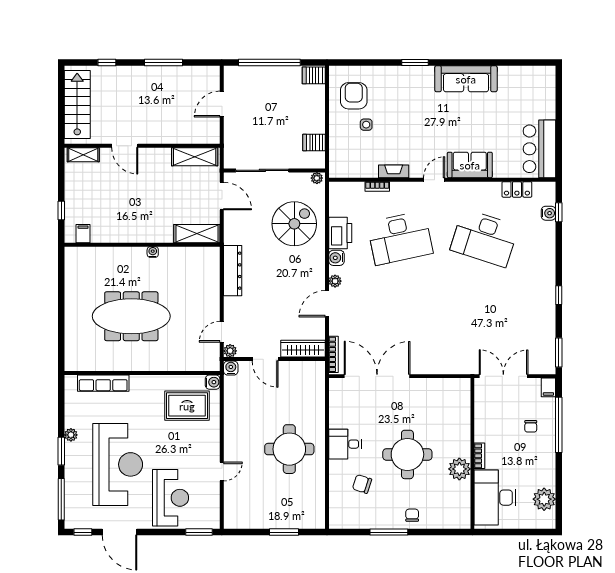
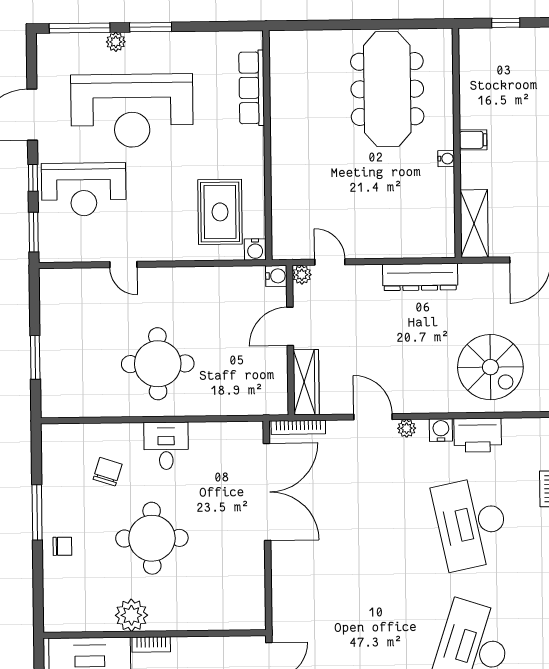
filing cabinet: (83, 234) -> (473, 140), moved
meeting table: (131, 316) -> (387, 89), moved
plant: (71, 435) -> (116, 42), moved
window: (83, 532) -> (33, 178), moved

